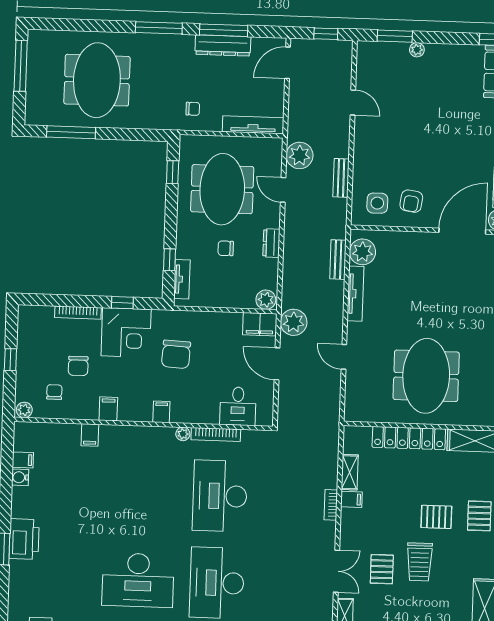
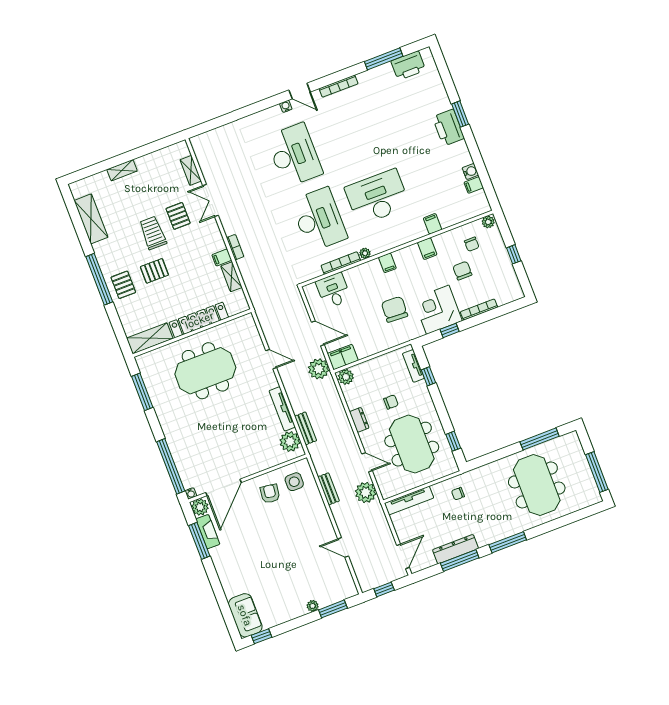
meeting table: (426, 376) -> (205, 371), turned 90
desk: (138, 580) -> (377, 197), moved

